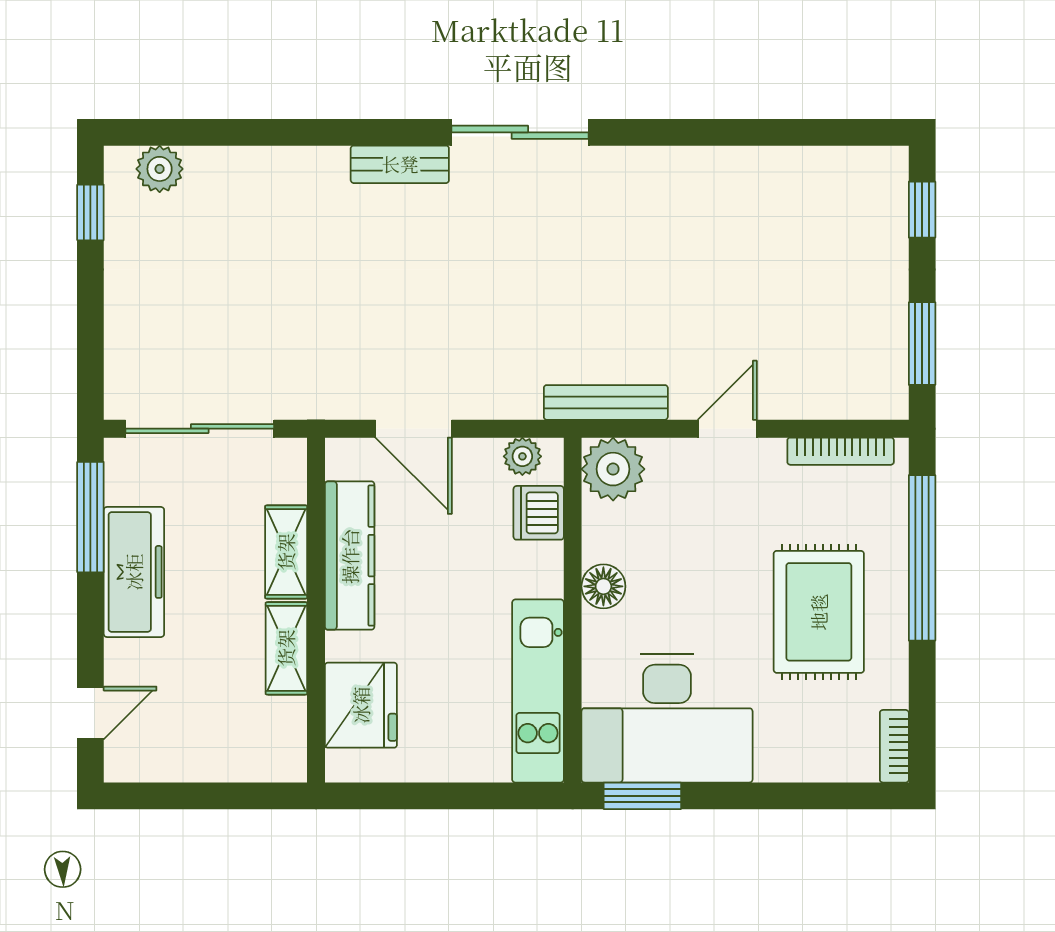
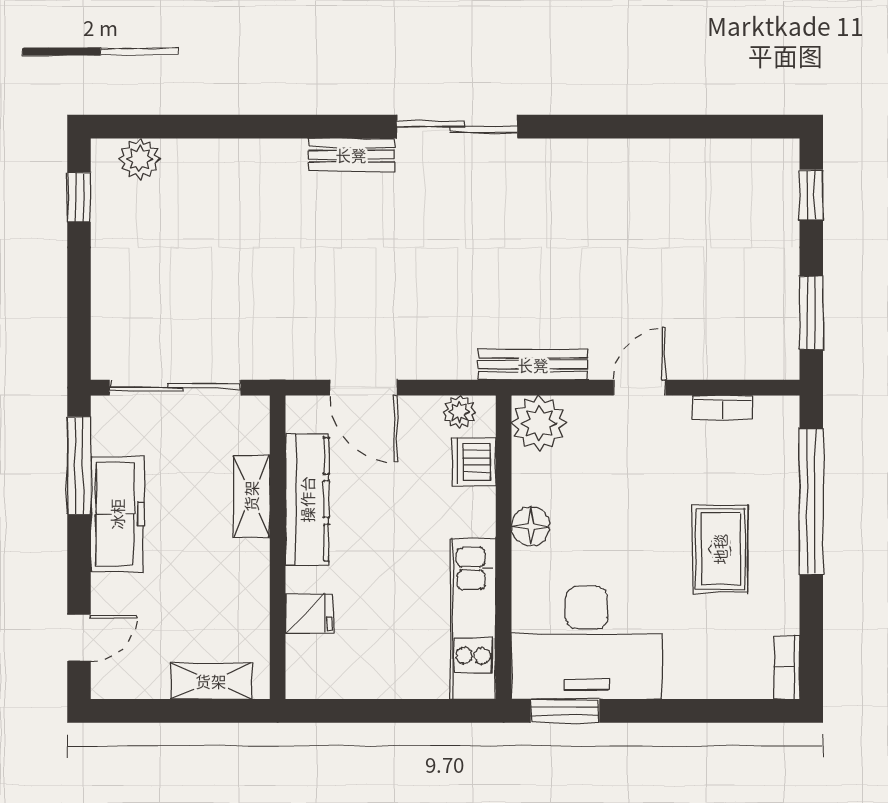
bookcase: (841, 451) -> (723, 407), width x0.64
rug: (819, 612) -> (720, 549), width x0.73, depth x0.70
shelving: (286, 648) -> (211, 681), moved, turned 90
fridge: (361, 705) -> (309, 613), width x0.53, depth x0.75

